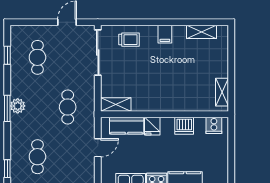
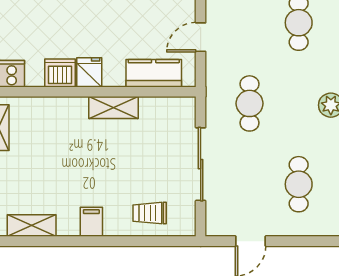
sliding door: (98, 52) -> (201, 164), moved
shelving: (116, 105) -> (113, 107), moved
fridge: (152, 126) -> (89, 72), moved

